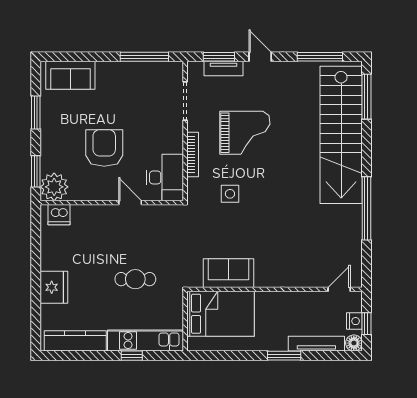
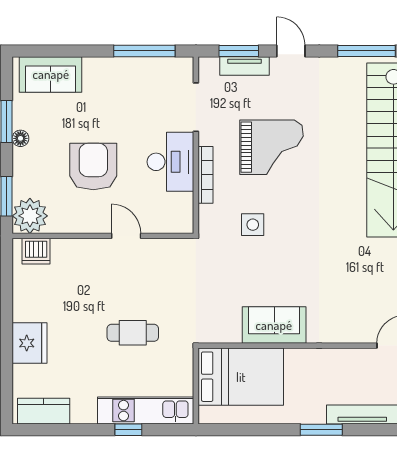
floor lamp: (47, 126) -> (20, 138), added
desk: (165, 177) -> (170, 162), moved
sofa: (228, 273) -> (274, 325), moved
kitchen counter: (75, 341) -> (44, 411), width x0.67

